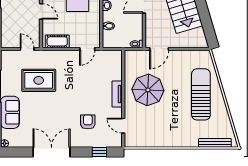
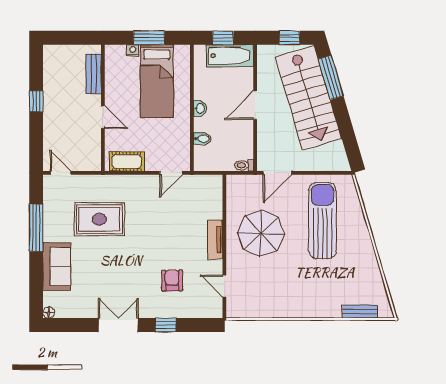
door: (27, 49) -> (61, 173), moved
sun lounger: (201, 94) -> (322, 220), moved
bench: (215, 143) -> (360, 312), width x0.73
double door: (52, 152) -> (118, 325), width x0.73
window: (99, 152) -> (165, 325), moved

